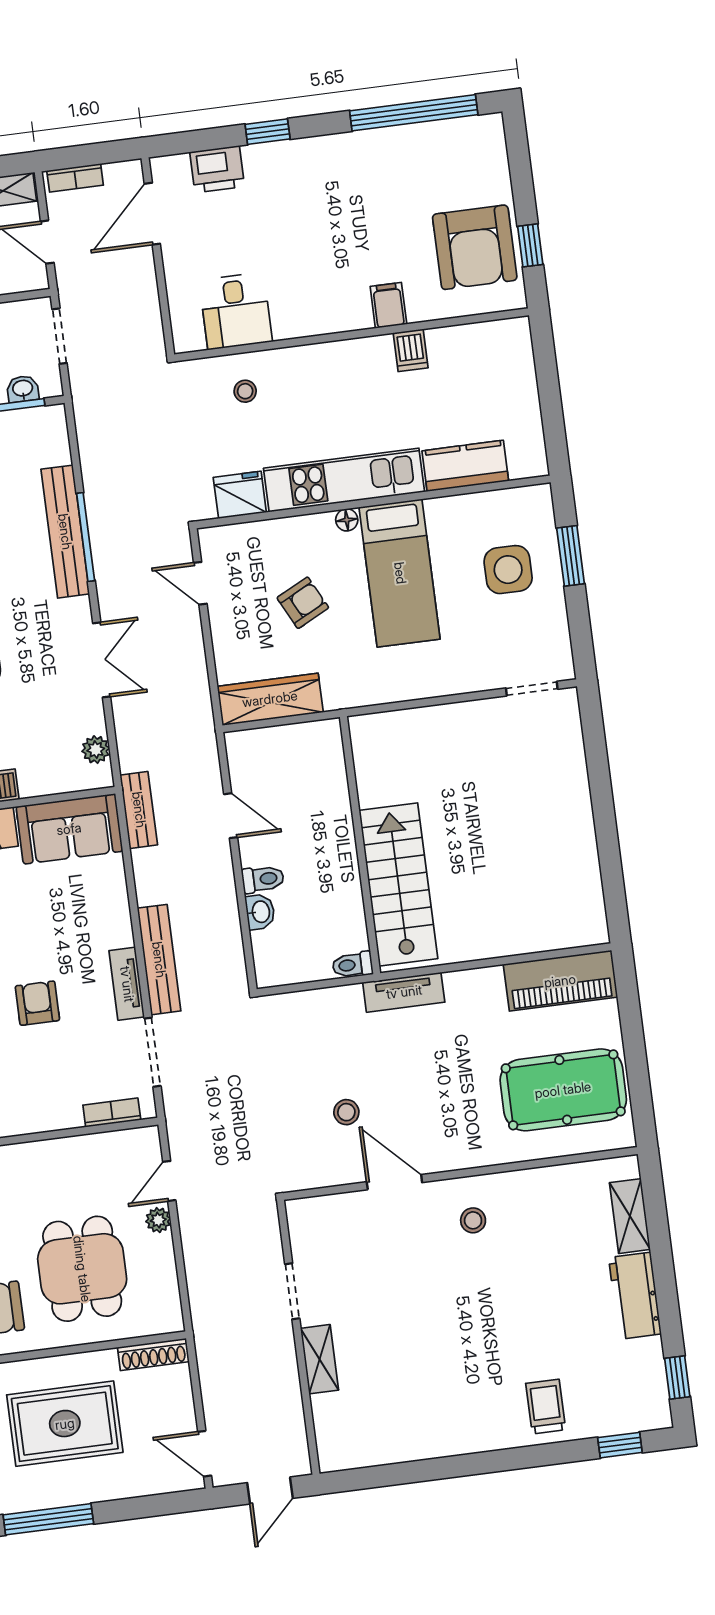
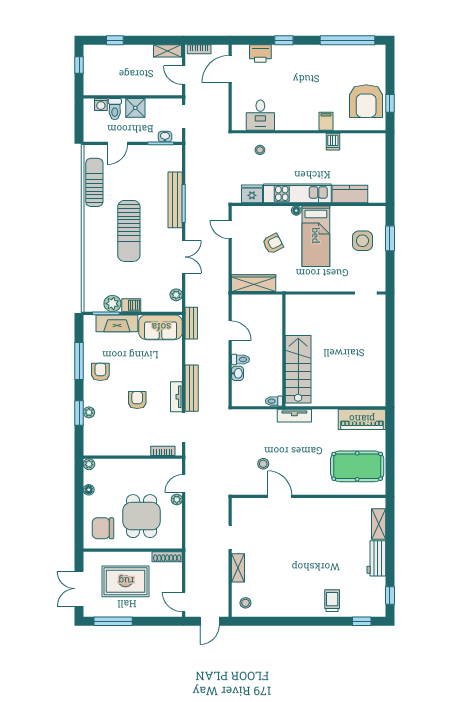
stool: (473, 1220) -> (245, 603), moved

